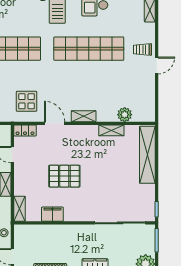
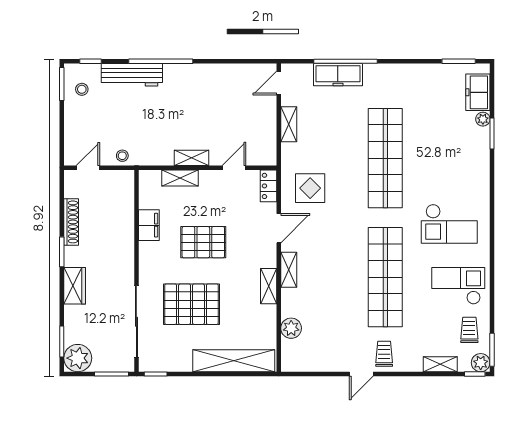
door: (157, 65) -> (361, 374), hinge flipped
shelving: (111, 130) -> (269, 286), moved
pallet: (64, 176) -> (203, 242), turned 90
pallet: (108, 184) -> (191, 304), added
shelving: (20, 209) -> (180, 178), moved

